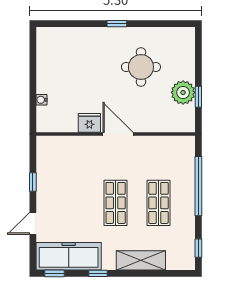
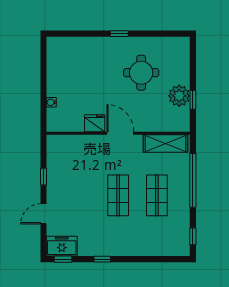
freezer: (69, 256) -> (62, 246), width x0.52, depth x0.79
shelving: (141, 260) -> (166, 144), moved

